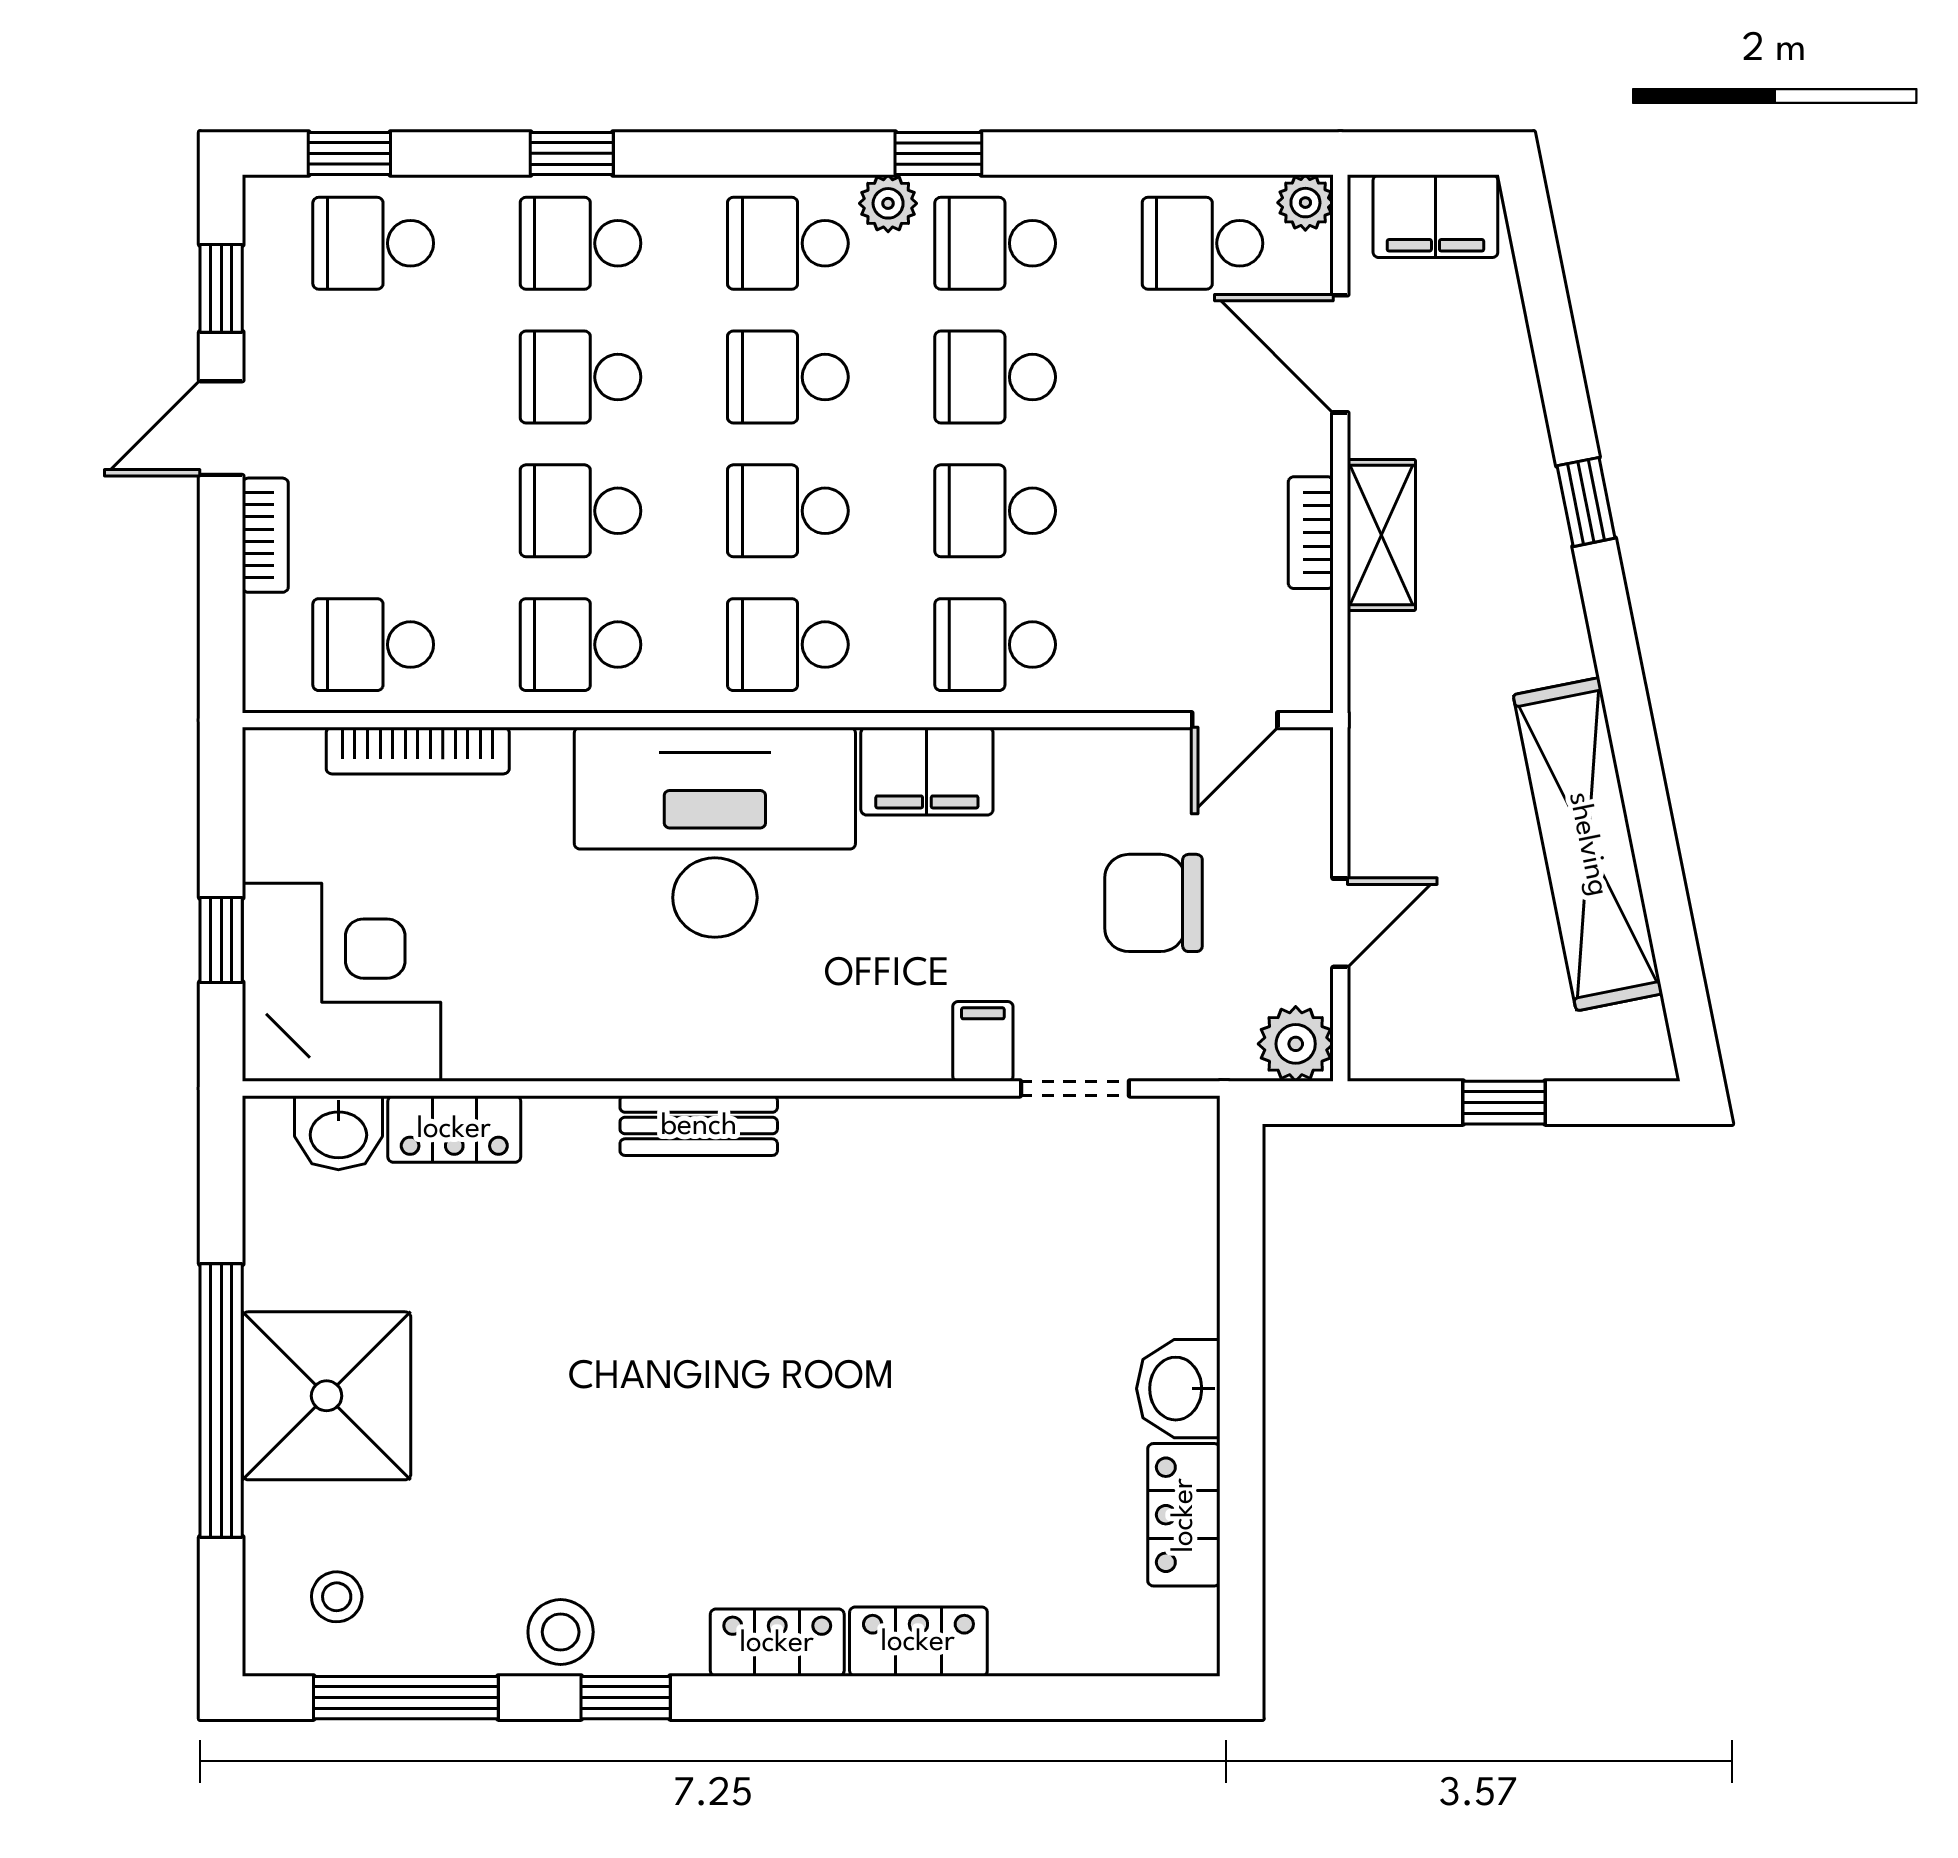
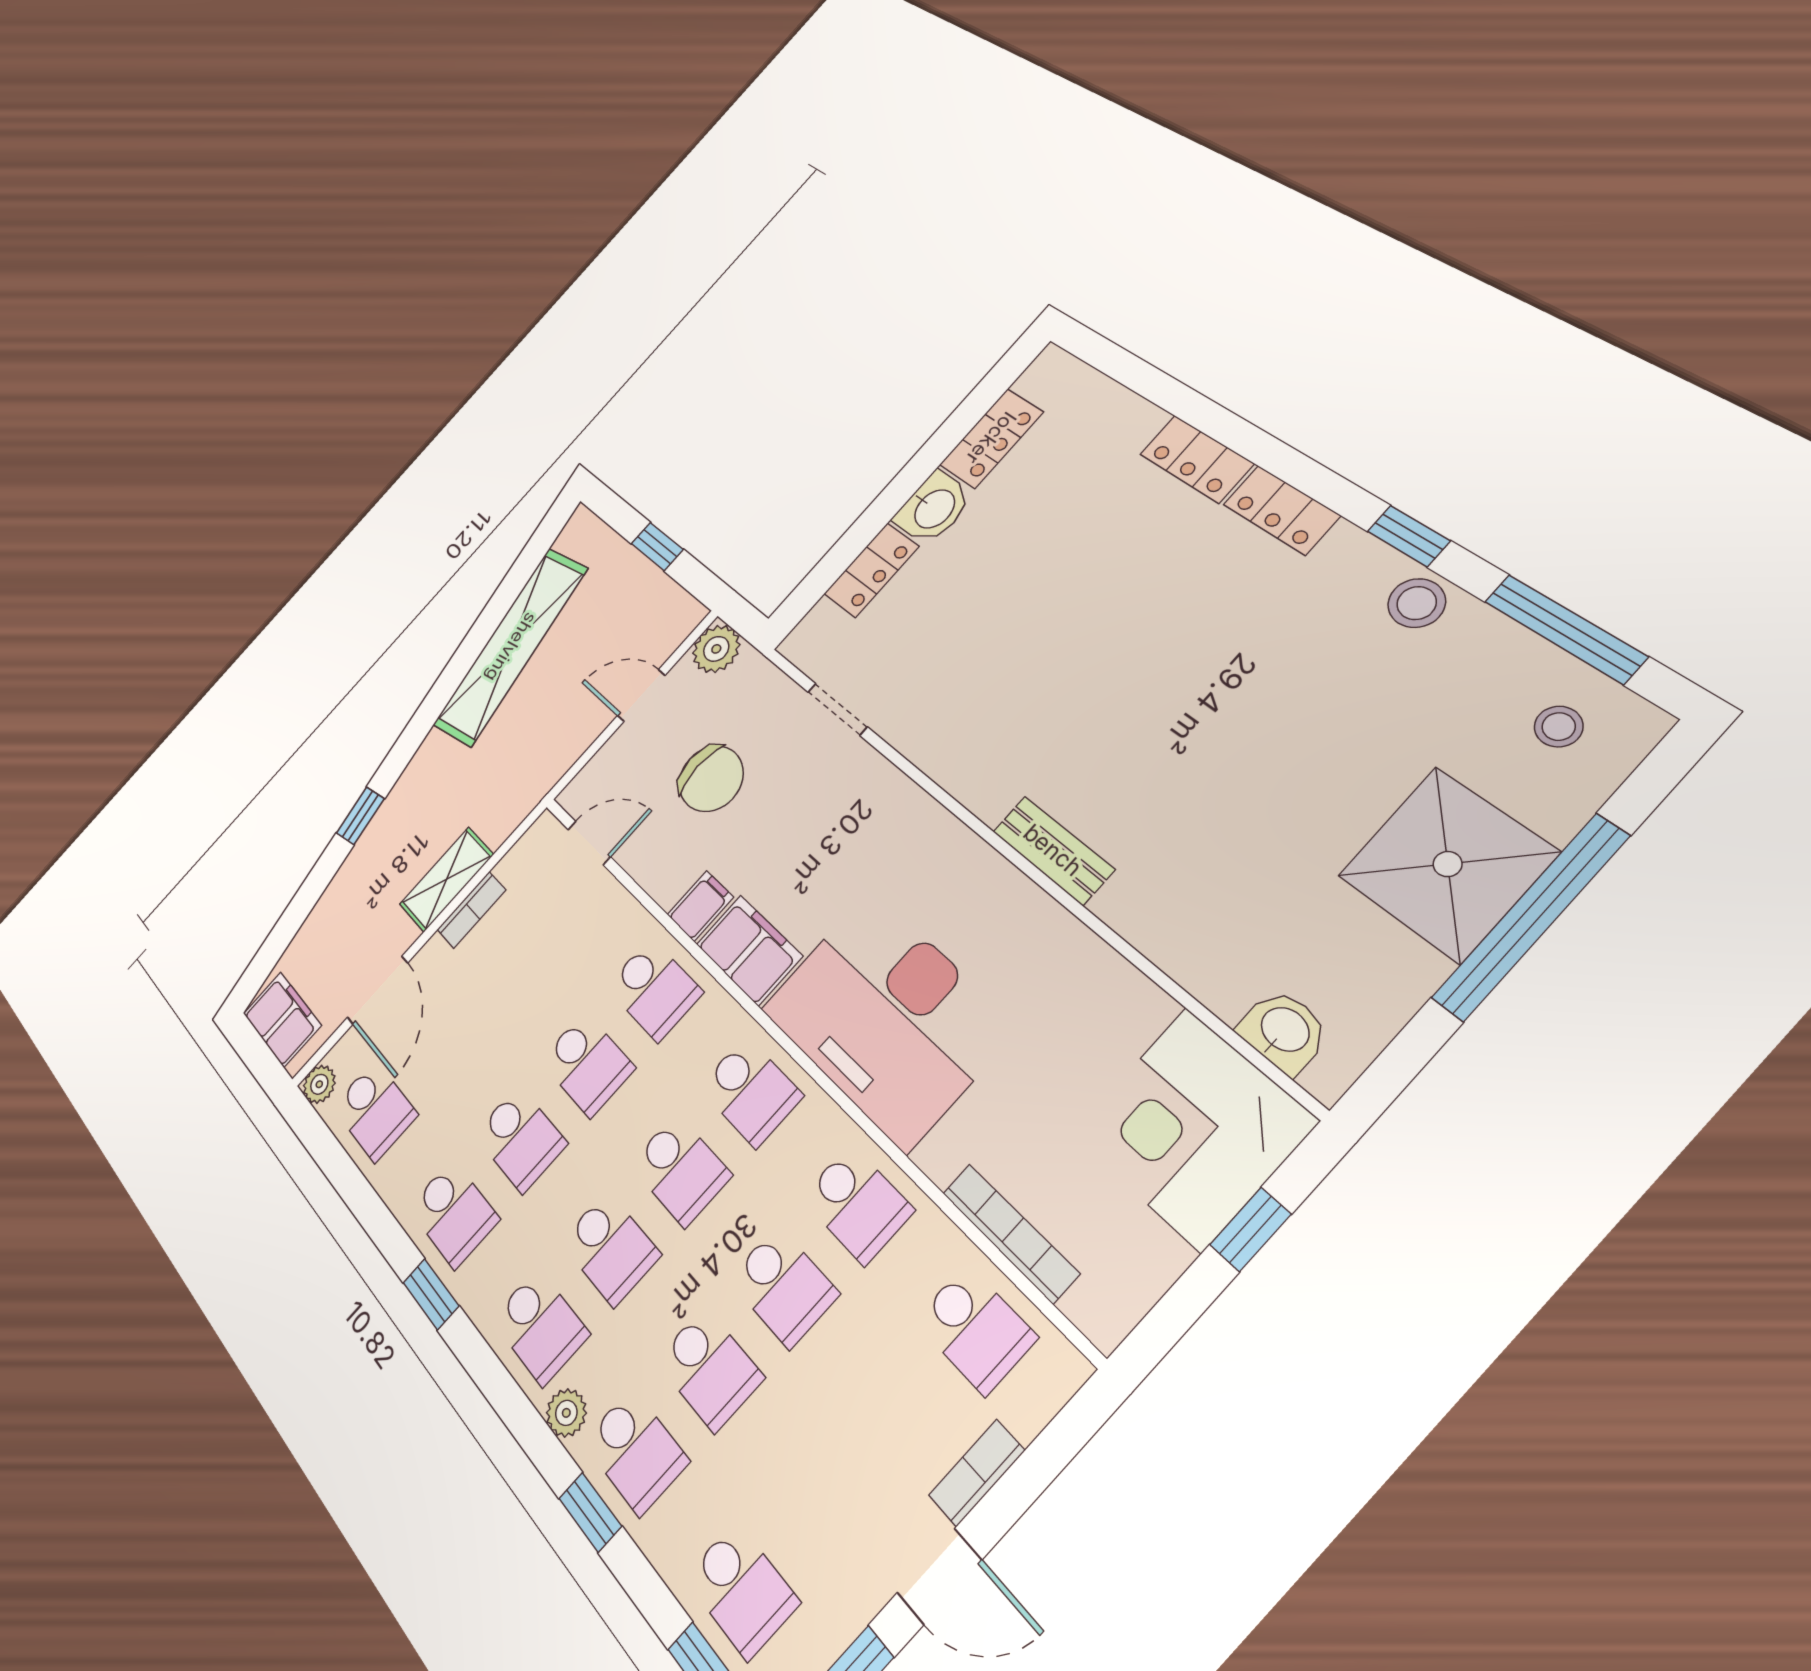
plant: (888, 203) -> (566, 1413), moved
filing cabinet: (983, 1041) -> (700, 906), moved, turned 180
locker: (454, 1129) -> (871, 570), moved, turned 90

